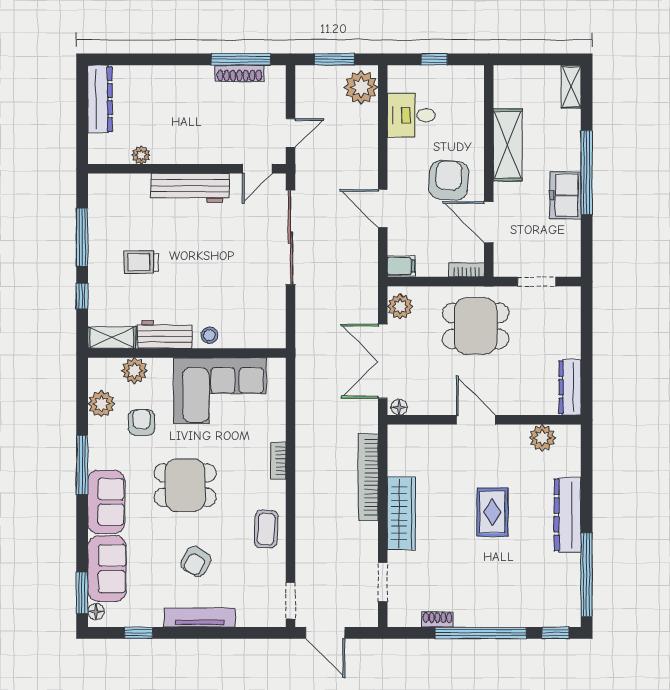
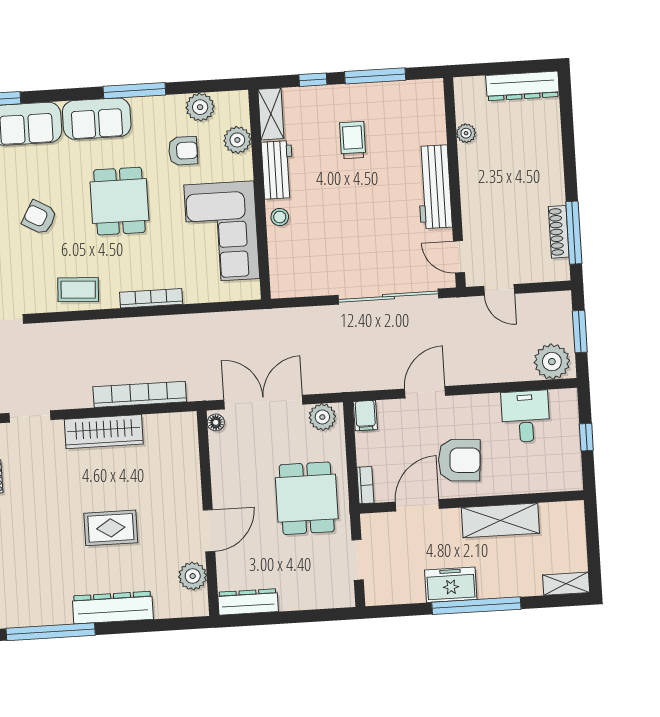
door: (476, 420) -> (209, 531), moved
bookcase: (278, 461) -> (151, 298), width x1.56

